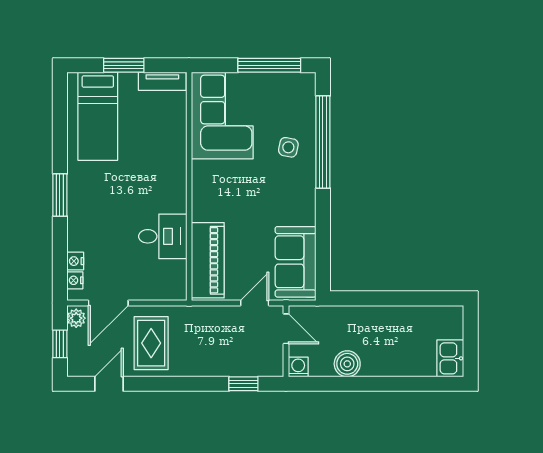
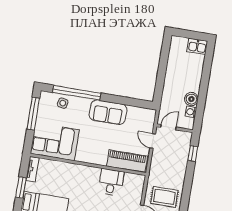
side table: (288, 147) -> (63, 103), moved
sofa: (296, 262) -> (108, 112), moved
washing machine: (298, 367) -> (191, 112), moved

